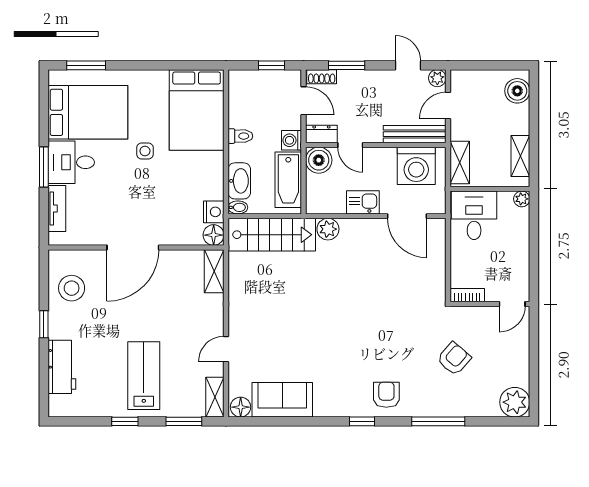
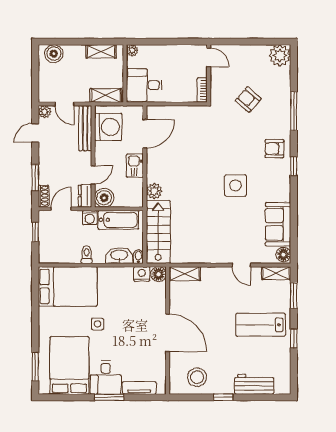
side table: (336, 341) -> (235, 185), added

